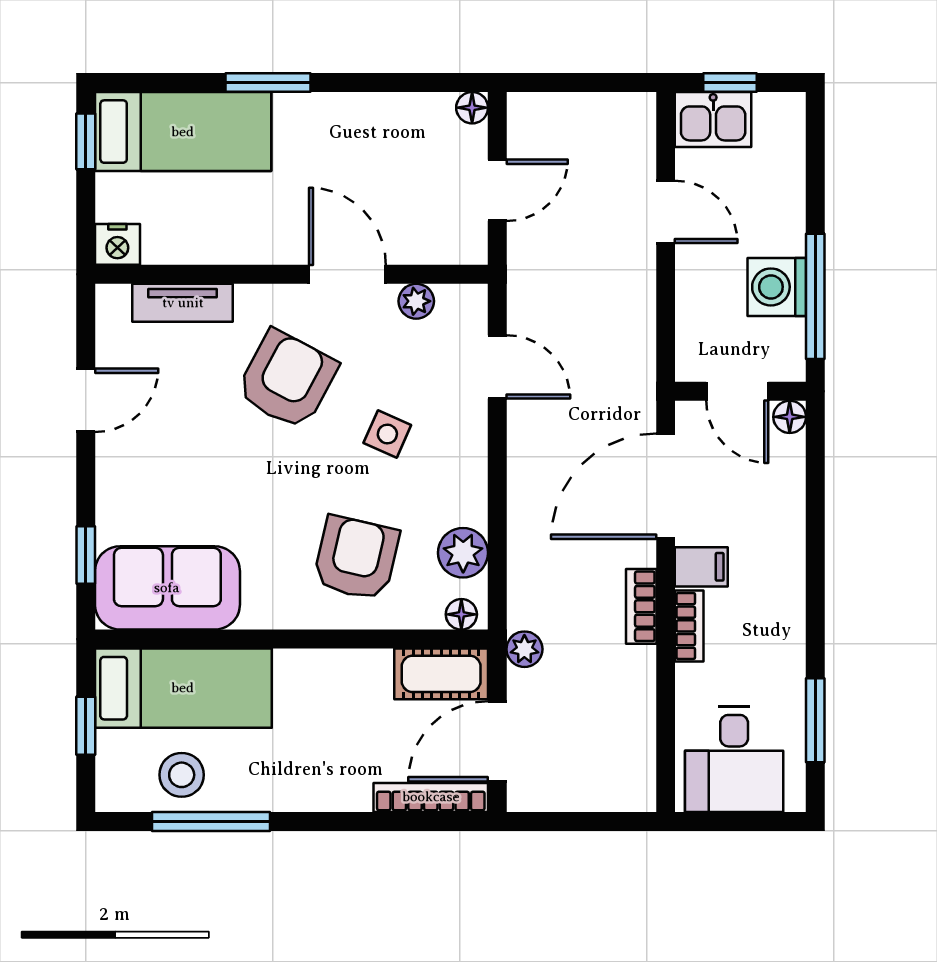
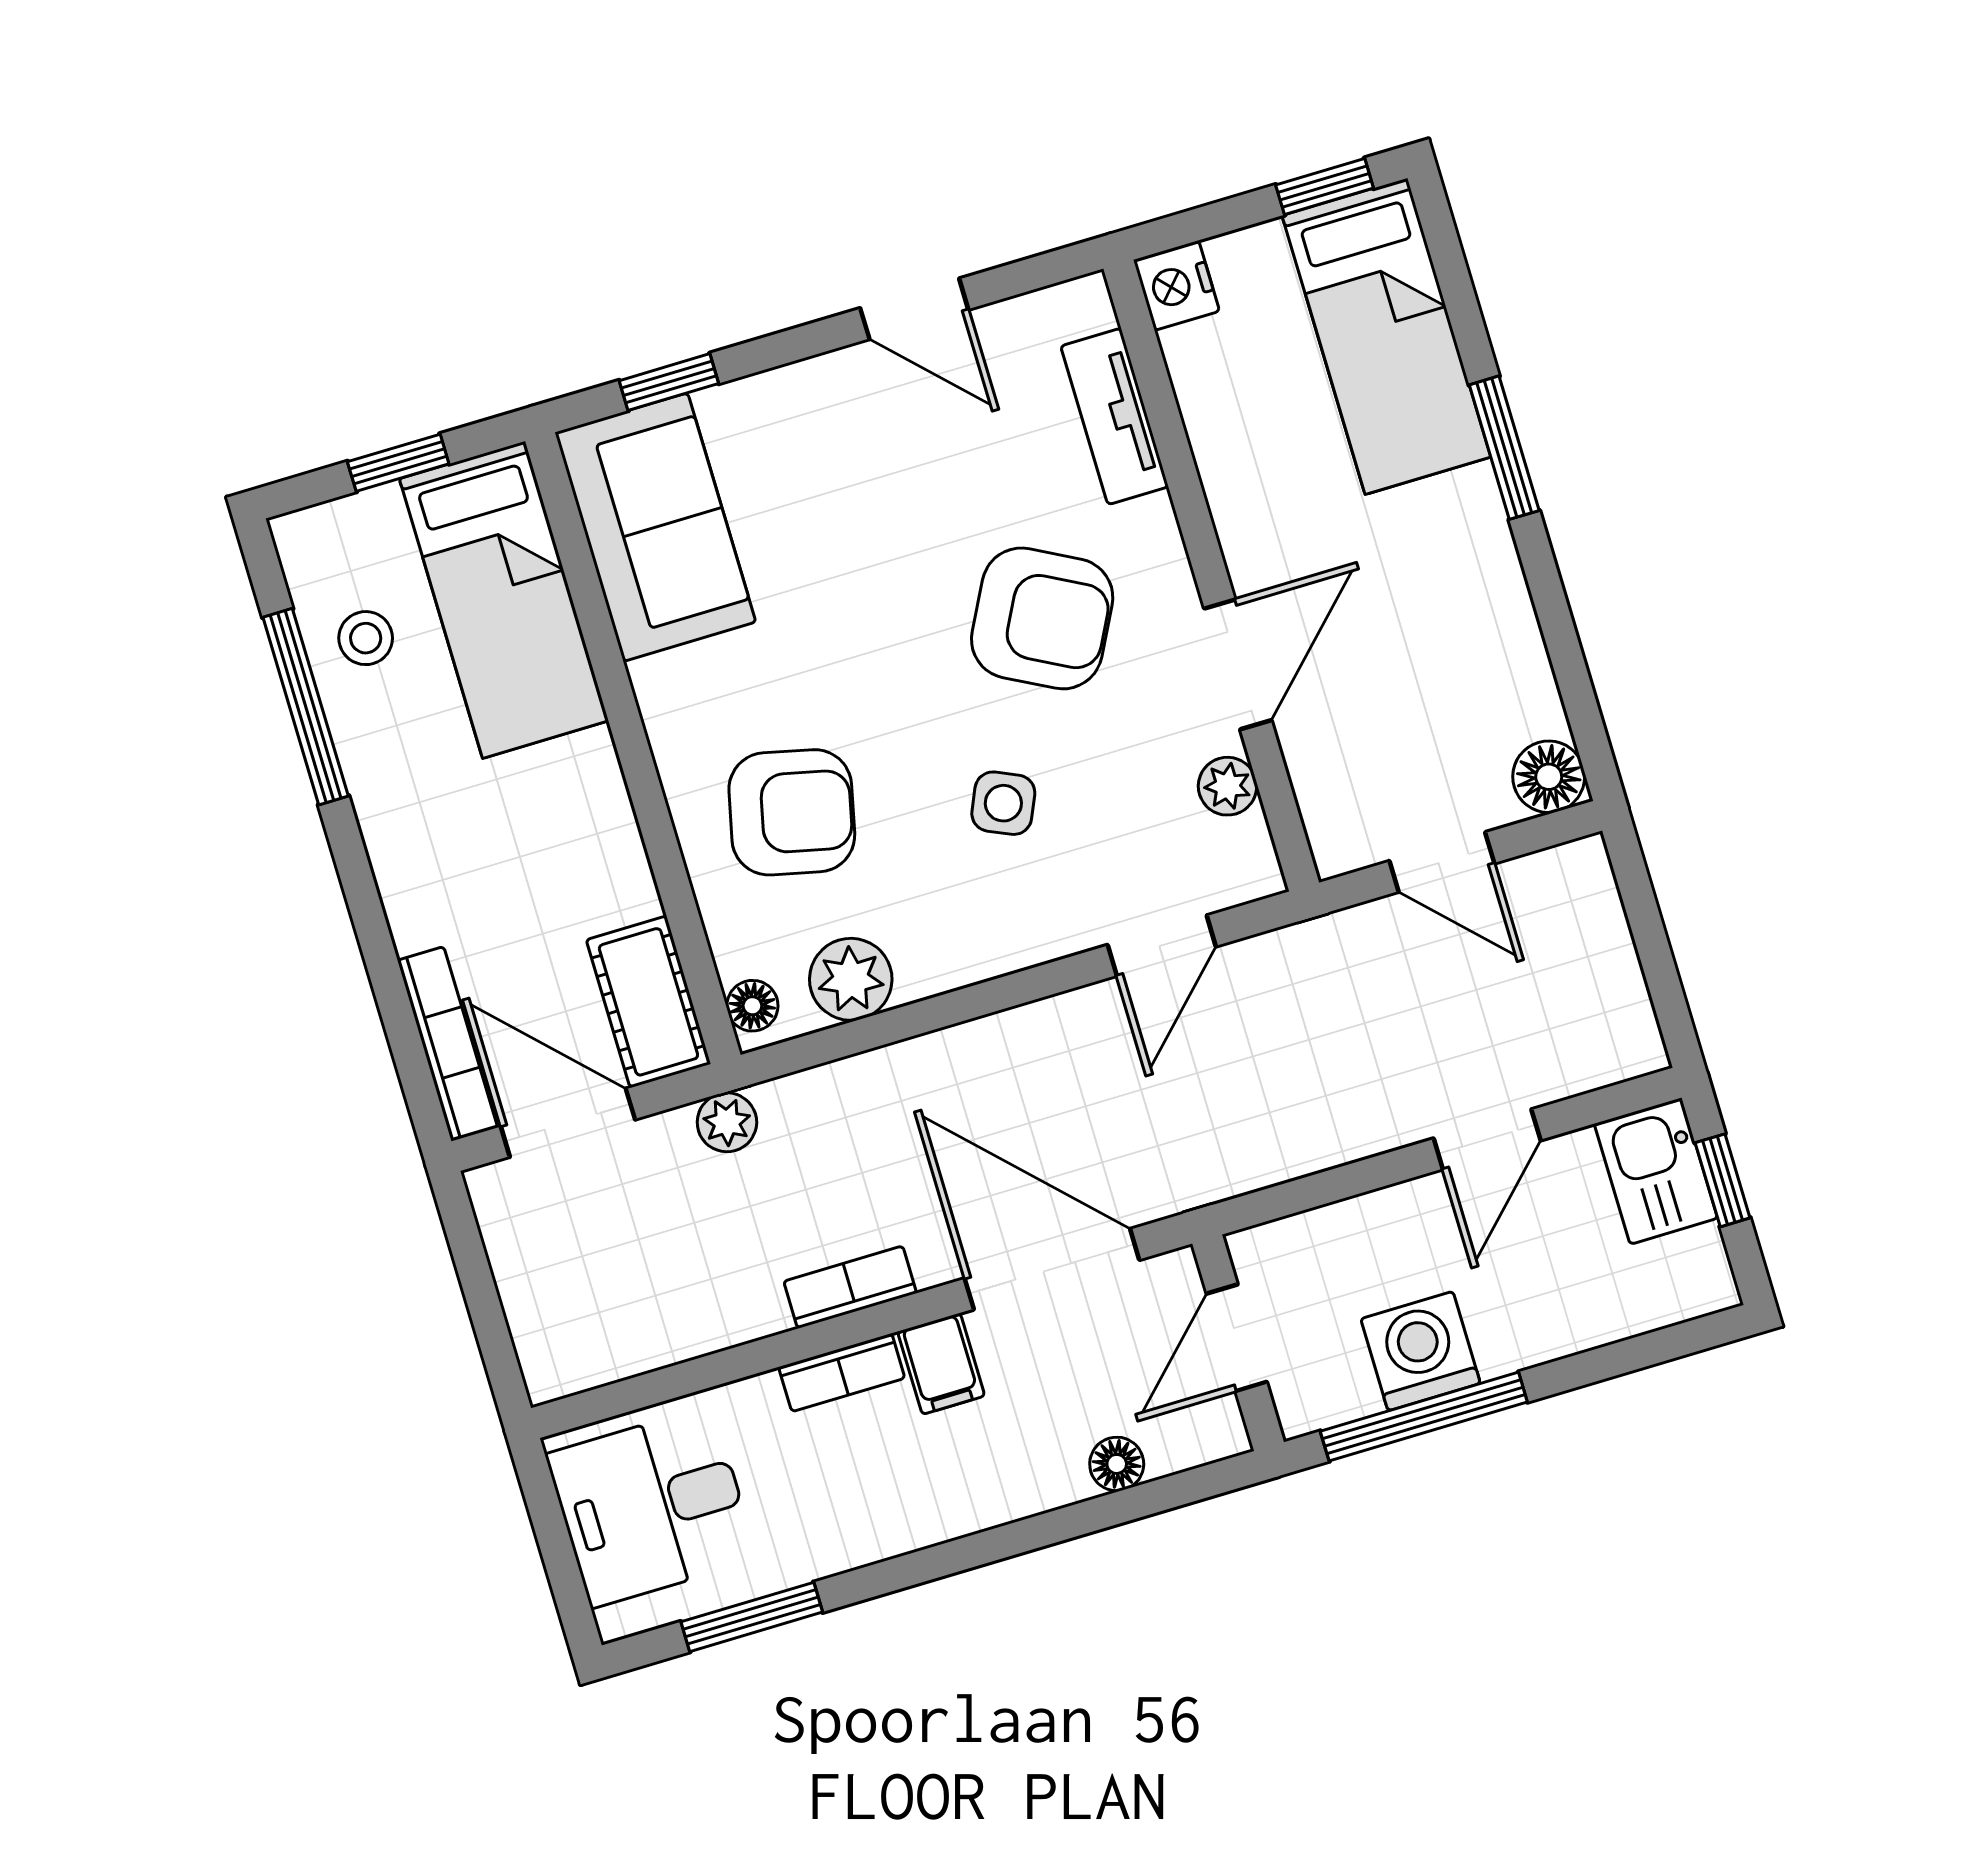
floor lamp: (472, 108) -> (1549, 777), width x1.37, depth x1.37
floor lamp: (790, 417) -> (1117, 1464), moved
stool: (182, 775) -> (366, 638), width x0.73, depth x0.73

